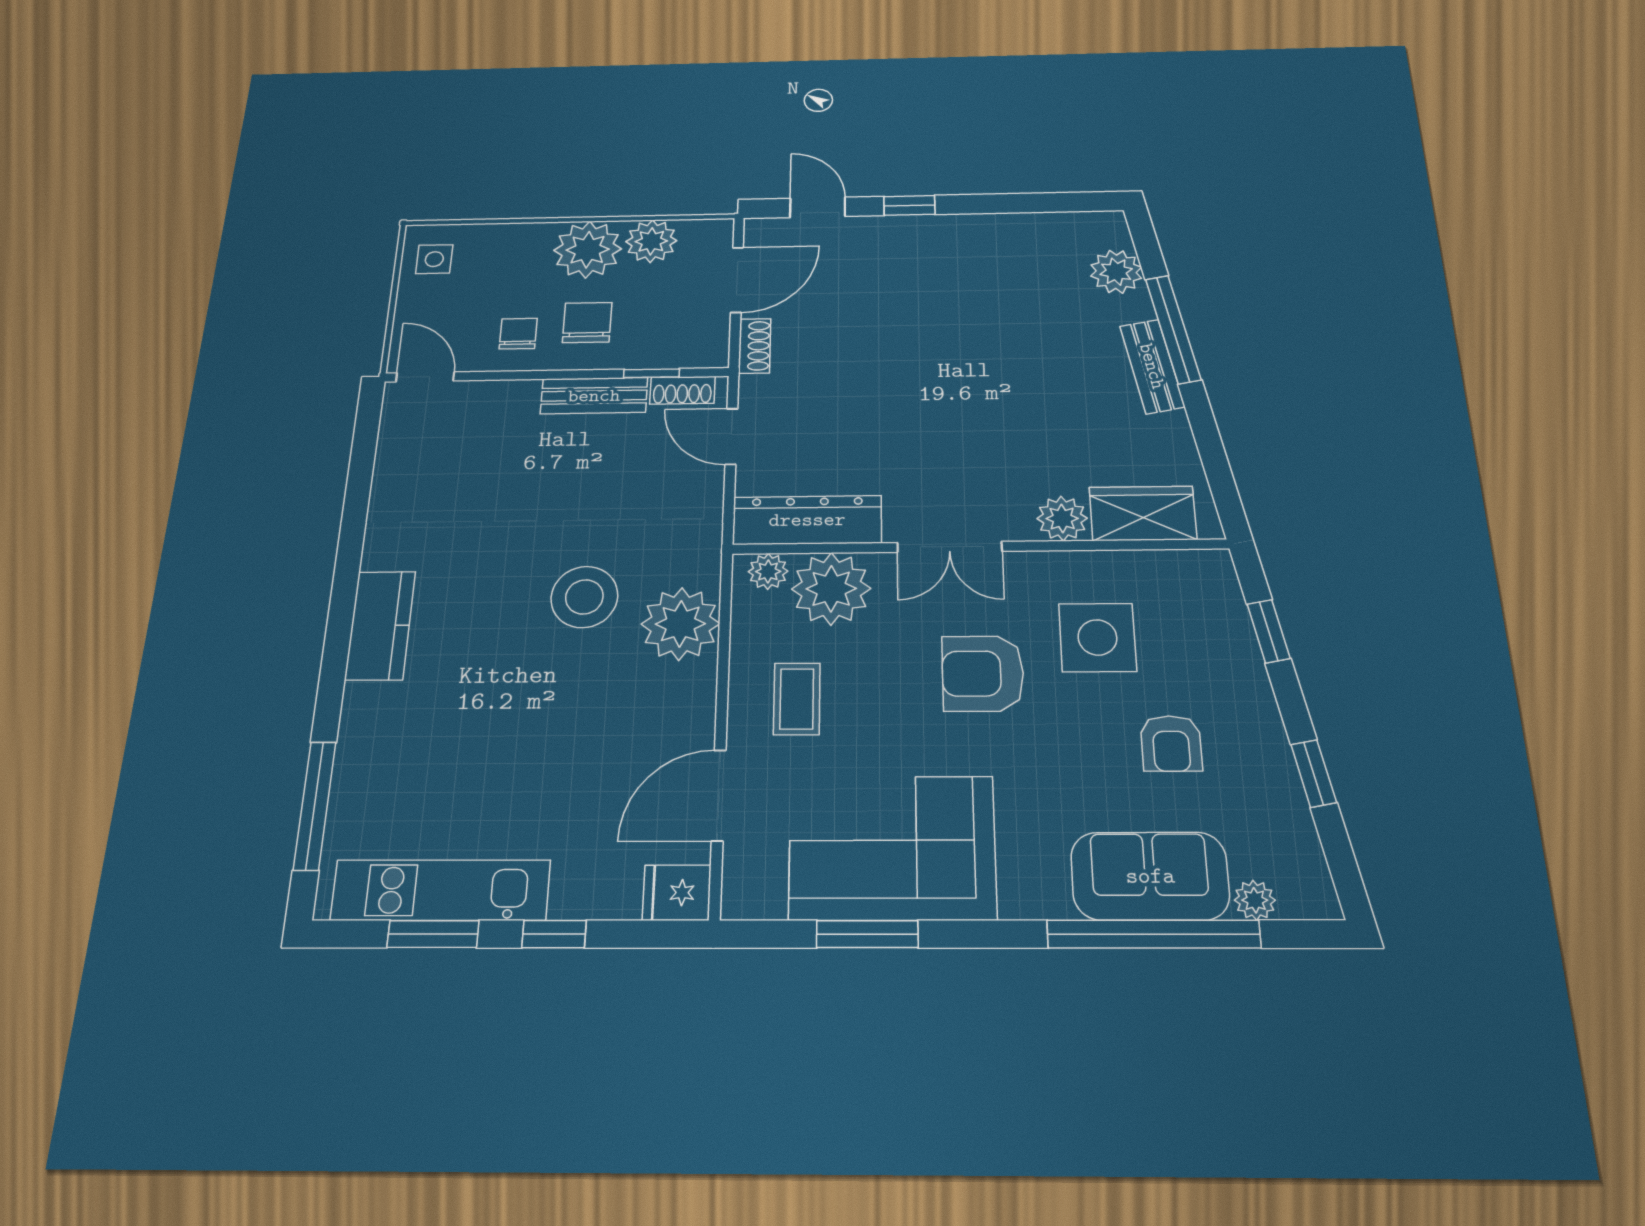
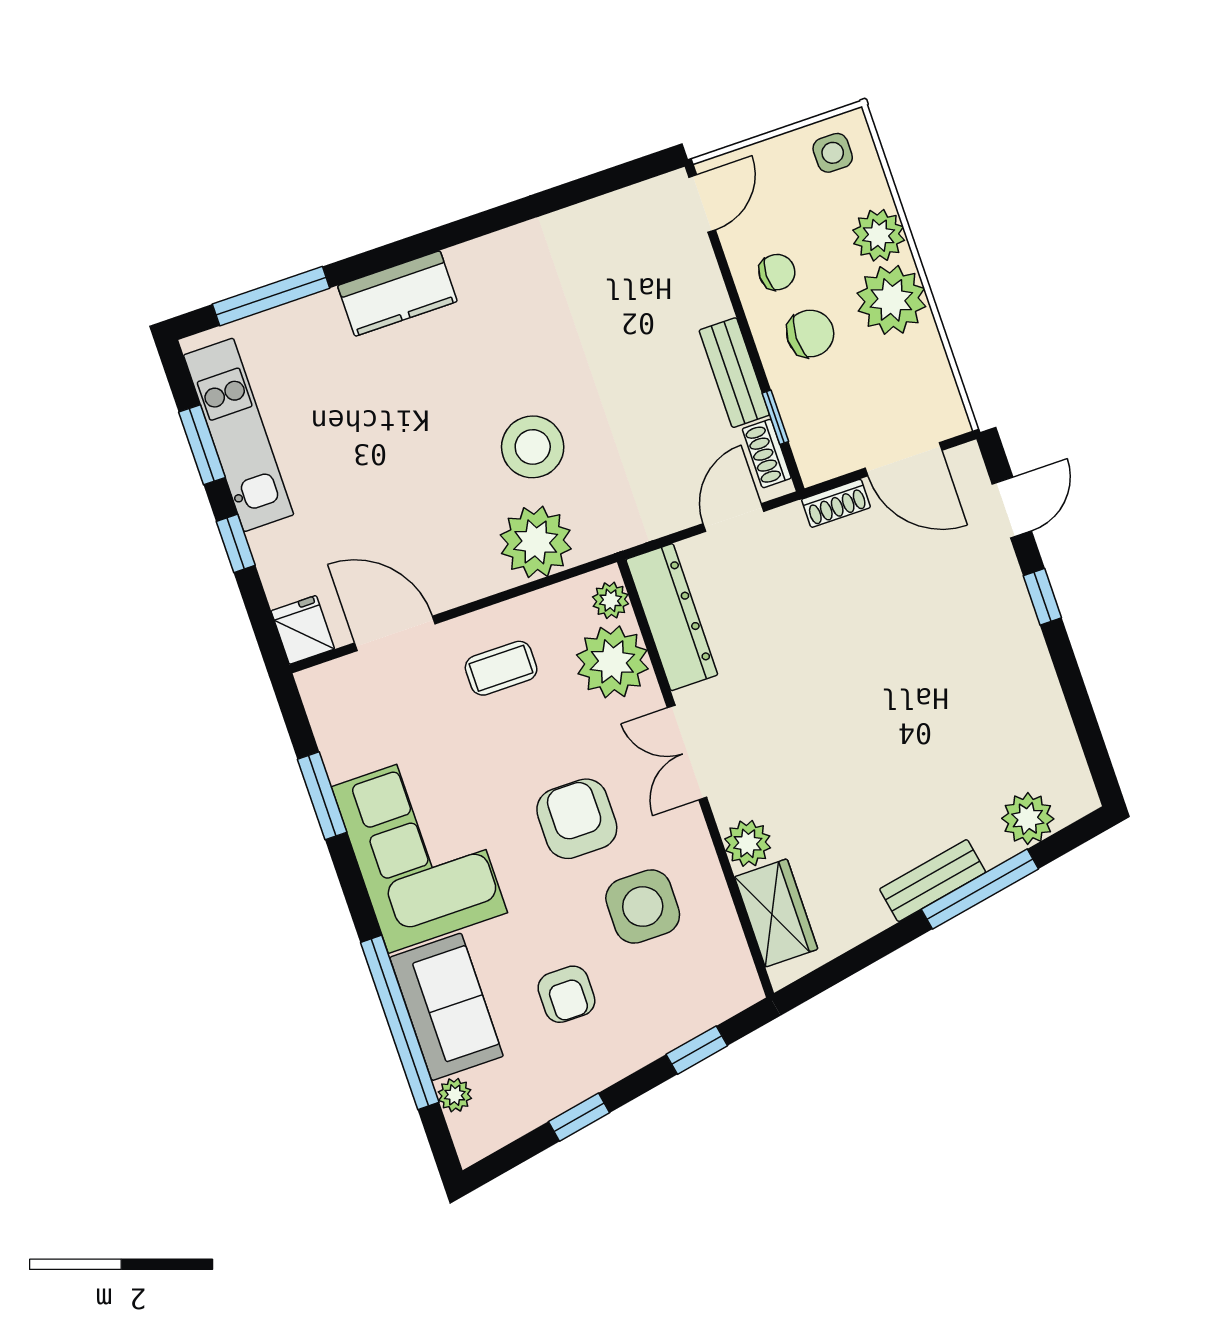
plant: (651, 241) -> (879, 235), moved
kitchen counter: (380, 625) -> (397, 294), moved
armchair: (1171, 743) -> (566, 994), turned -90
corner sofa: (892, 847) -> (419, 850), moved

